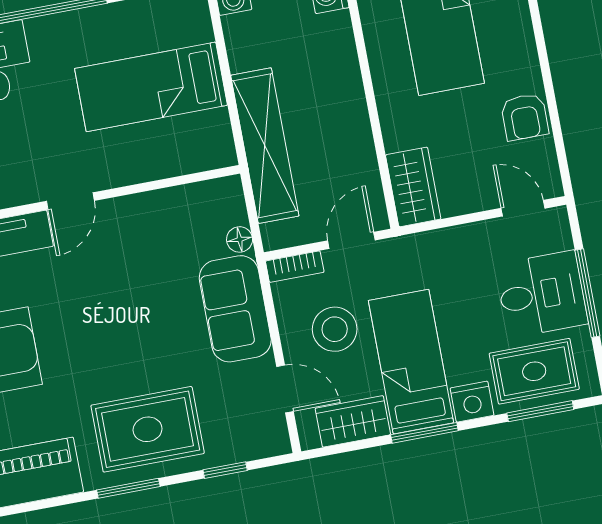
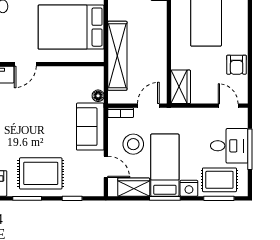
bed: (151, 87) -> (71, 27), width x1.50

